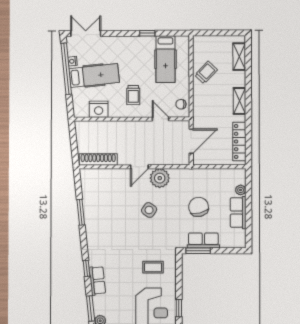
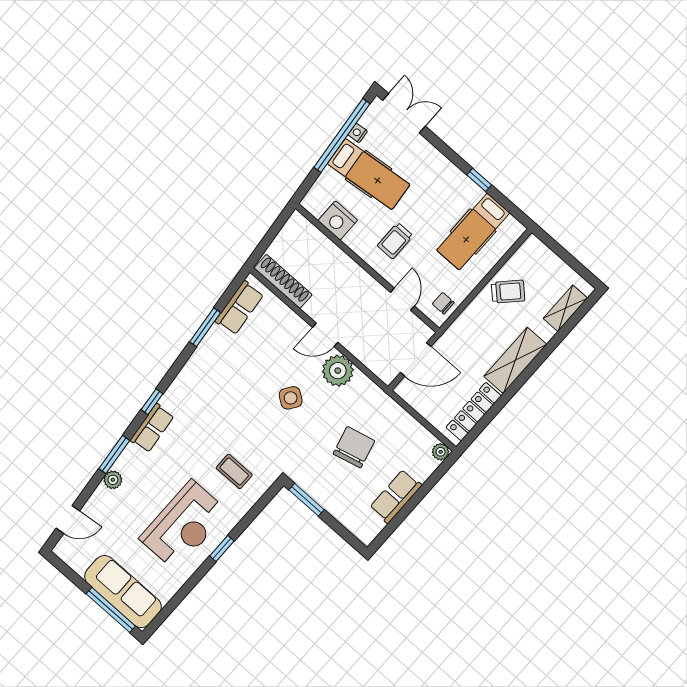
shelving: (240, 101) -> (515, 360), width x1.50, depth x1.33
plant: (241, 190) -> (441, 452), moved
row of seats: (203, 240) -> (239, 308), moved, turned 84

